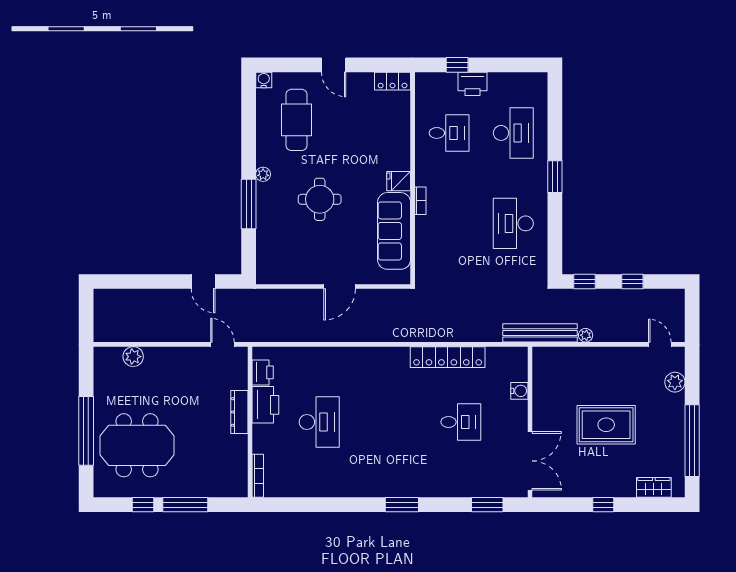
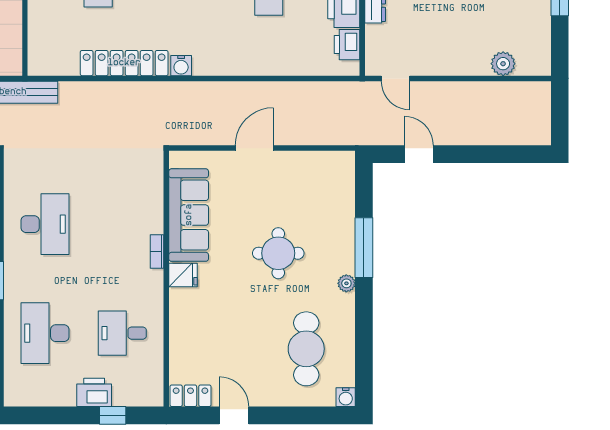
door: (334, 65) -> (234, 415), moved
water cooler: (519, 391) -> (181, 66), moved, turned -90

